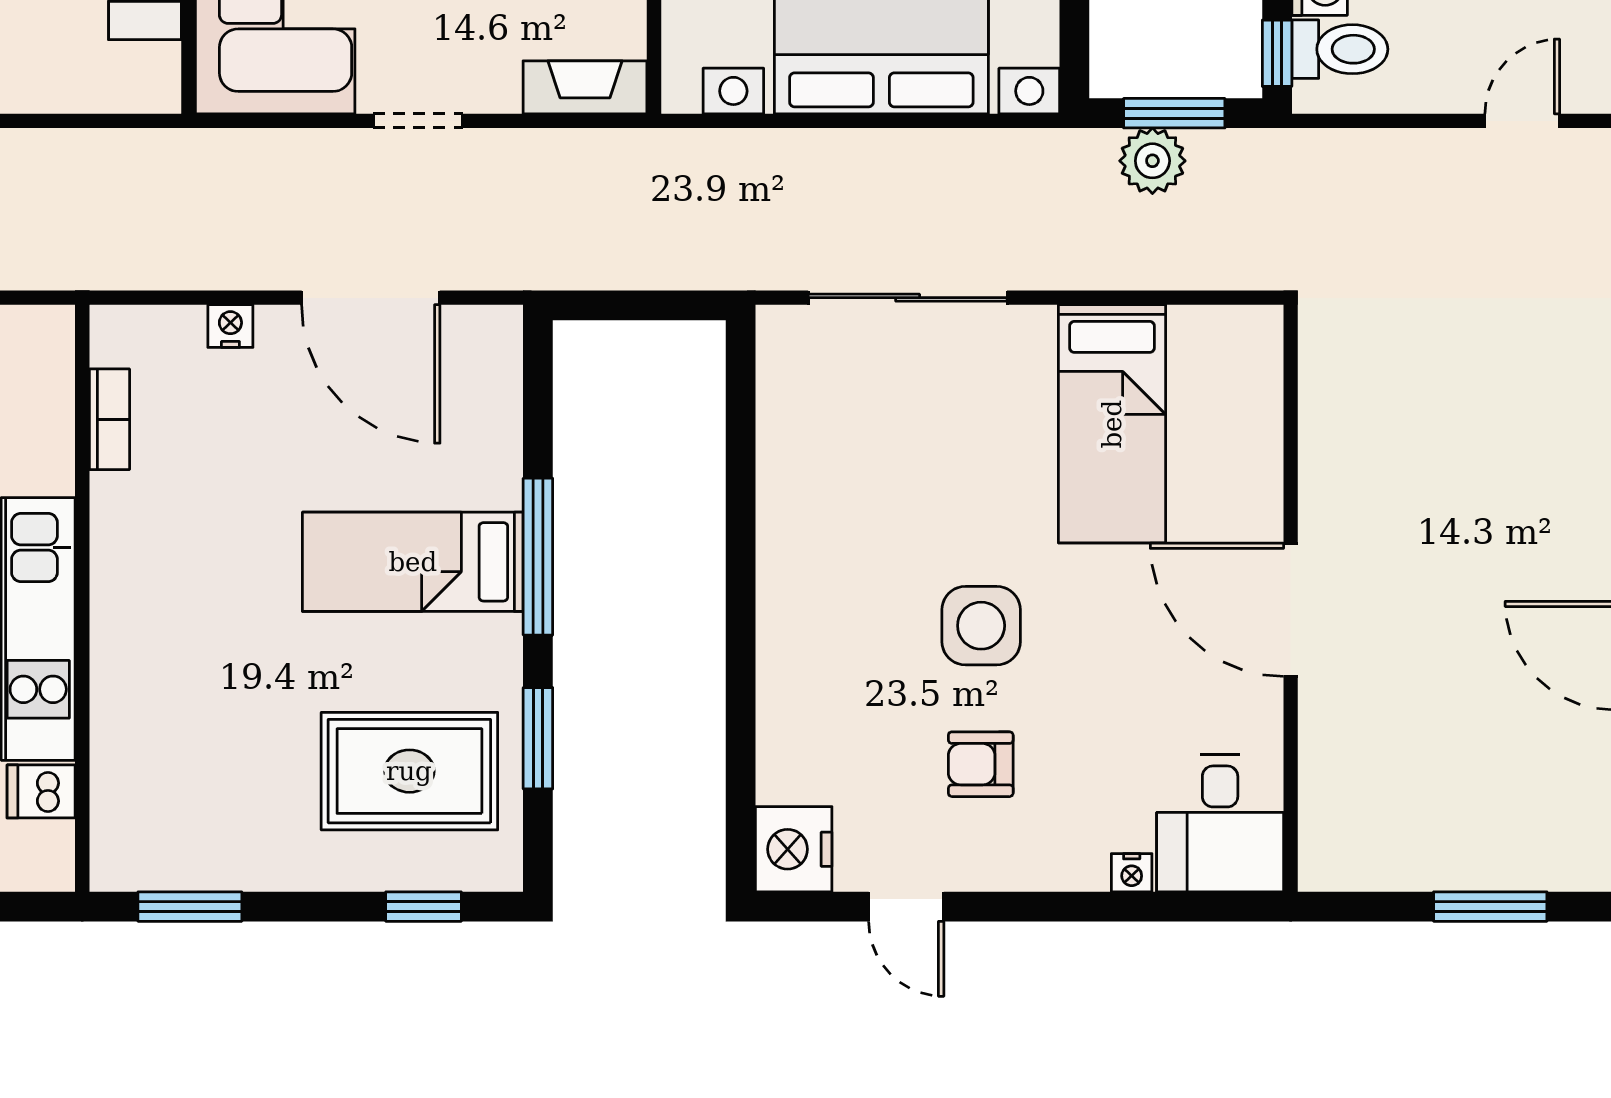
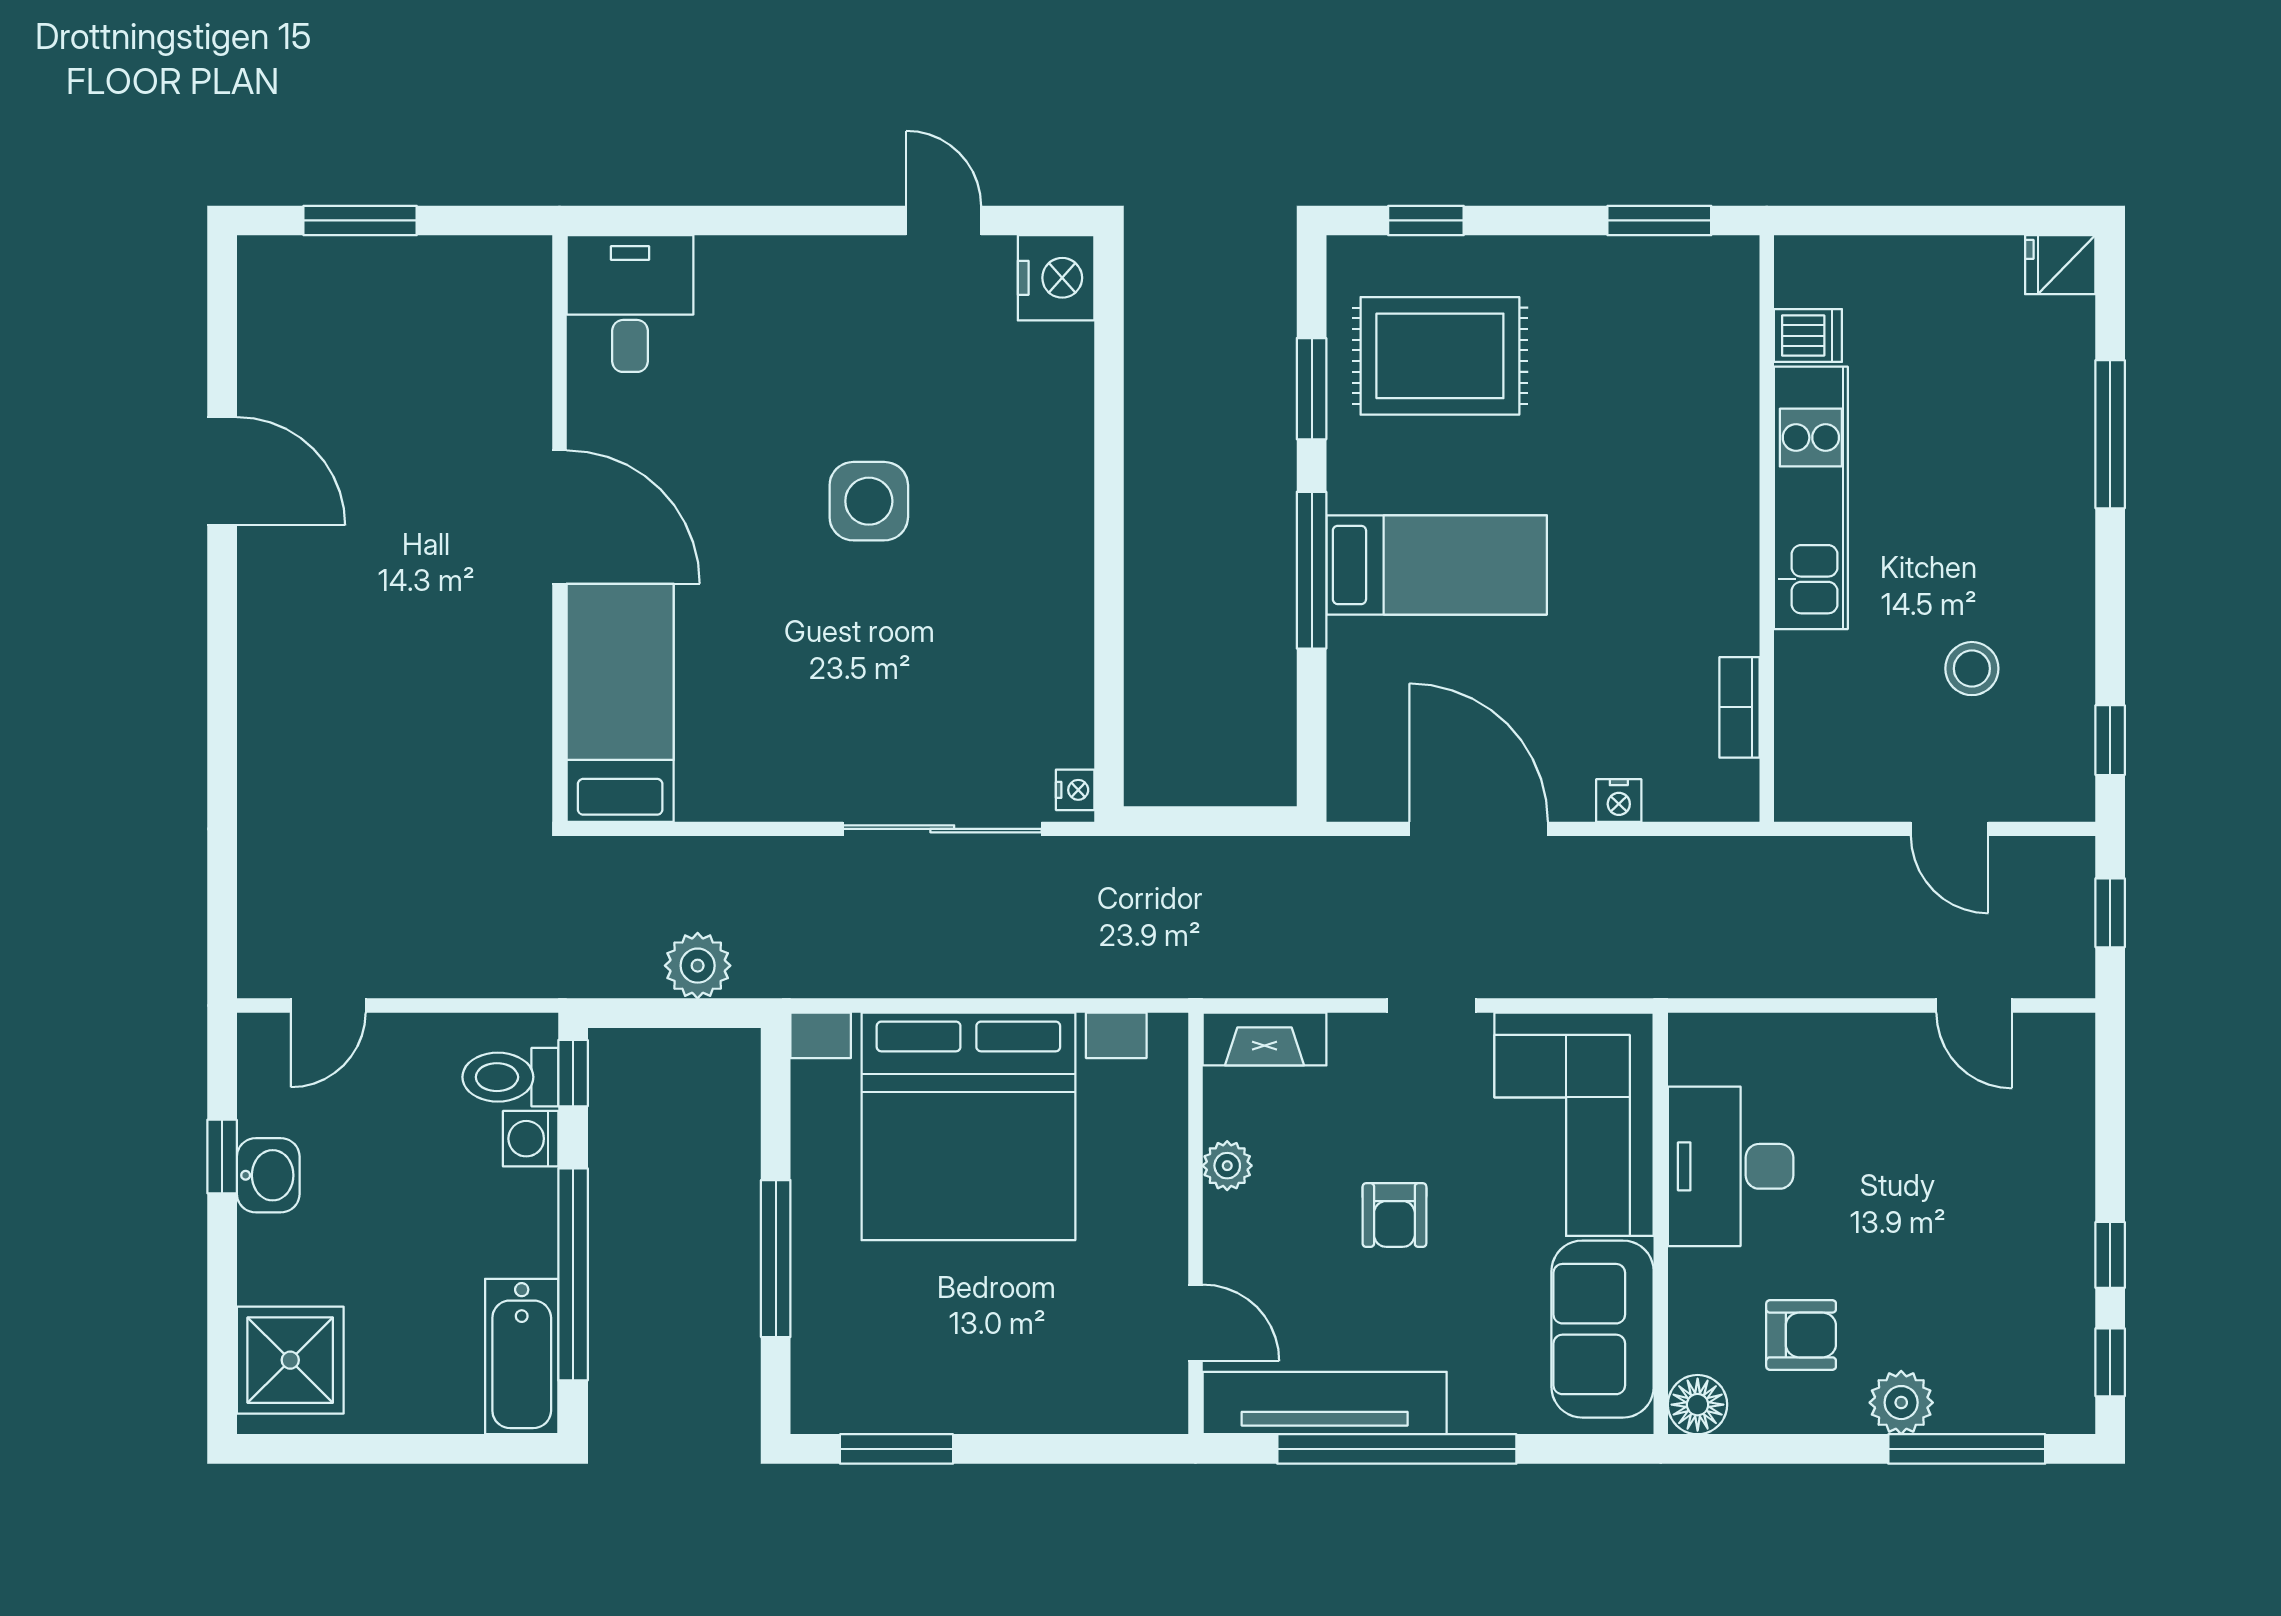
window: (1174, 113) -> (676, 1013), removed
bed: (1112, 424) -> (620, 703), moved
armchair: (981, 764) -> (869, 363), removed
nightstand: (1132, 873) -> (1075, 790), moved, turned 90

